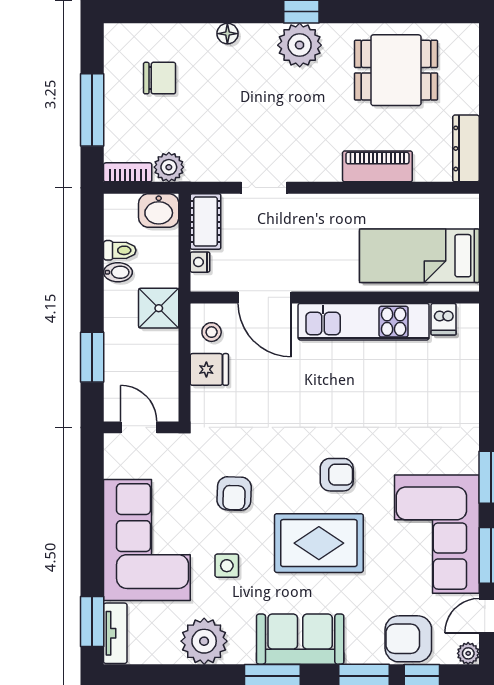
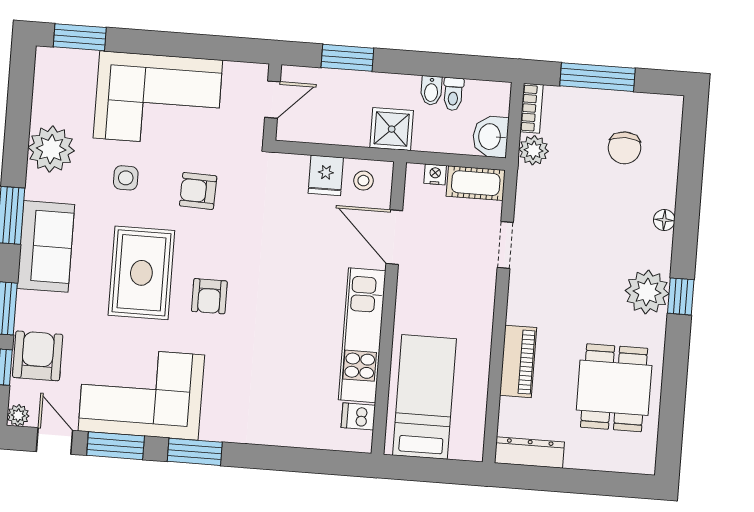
door: (265, 297) -> (394, 237), hinge flipped
tv unit: (115, 633) -> (66, 60), removed

